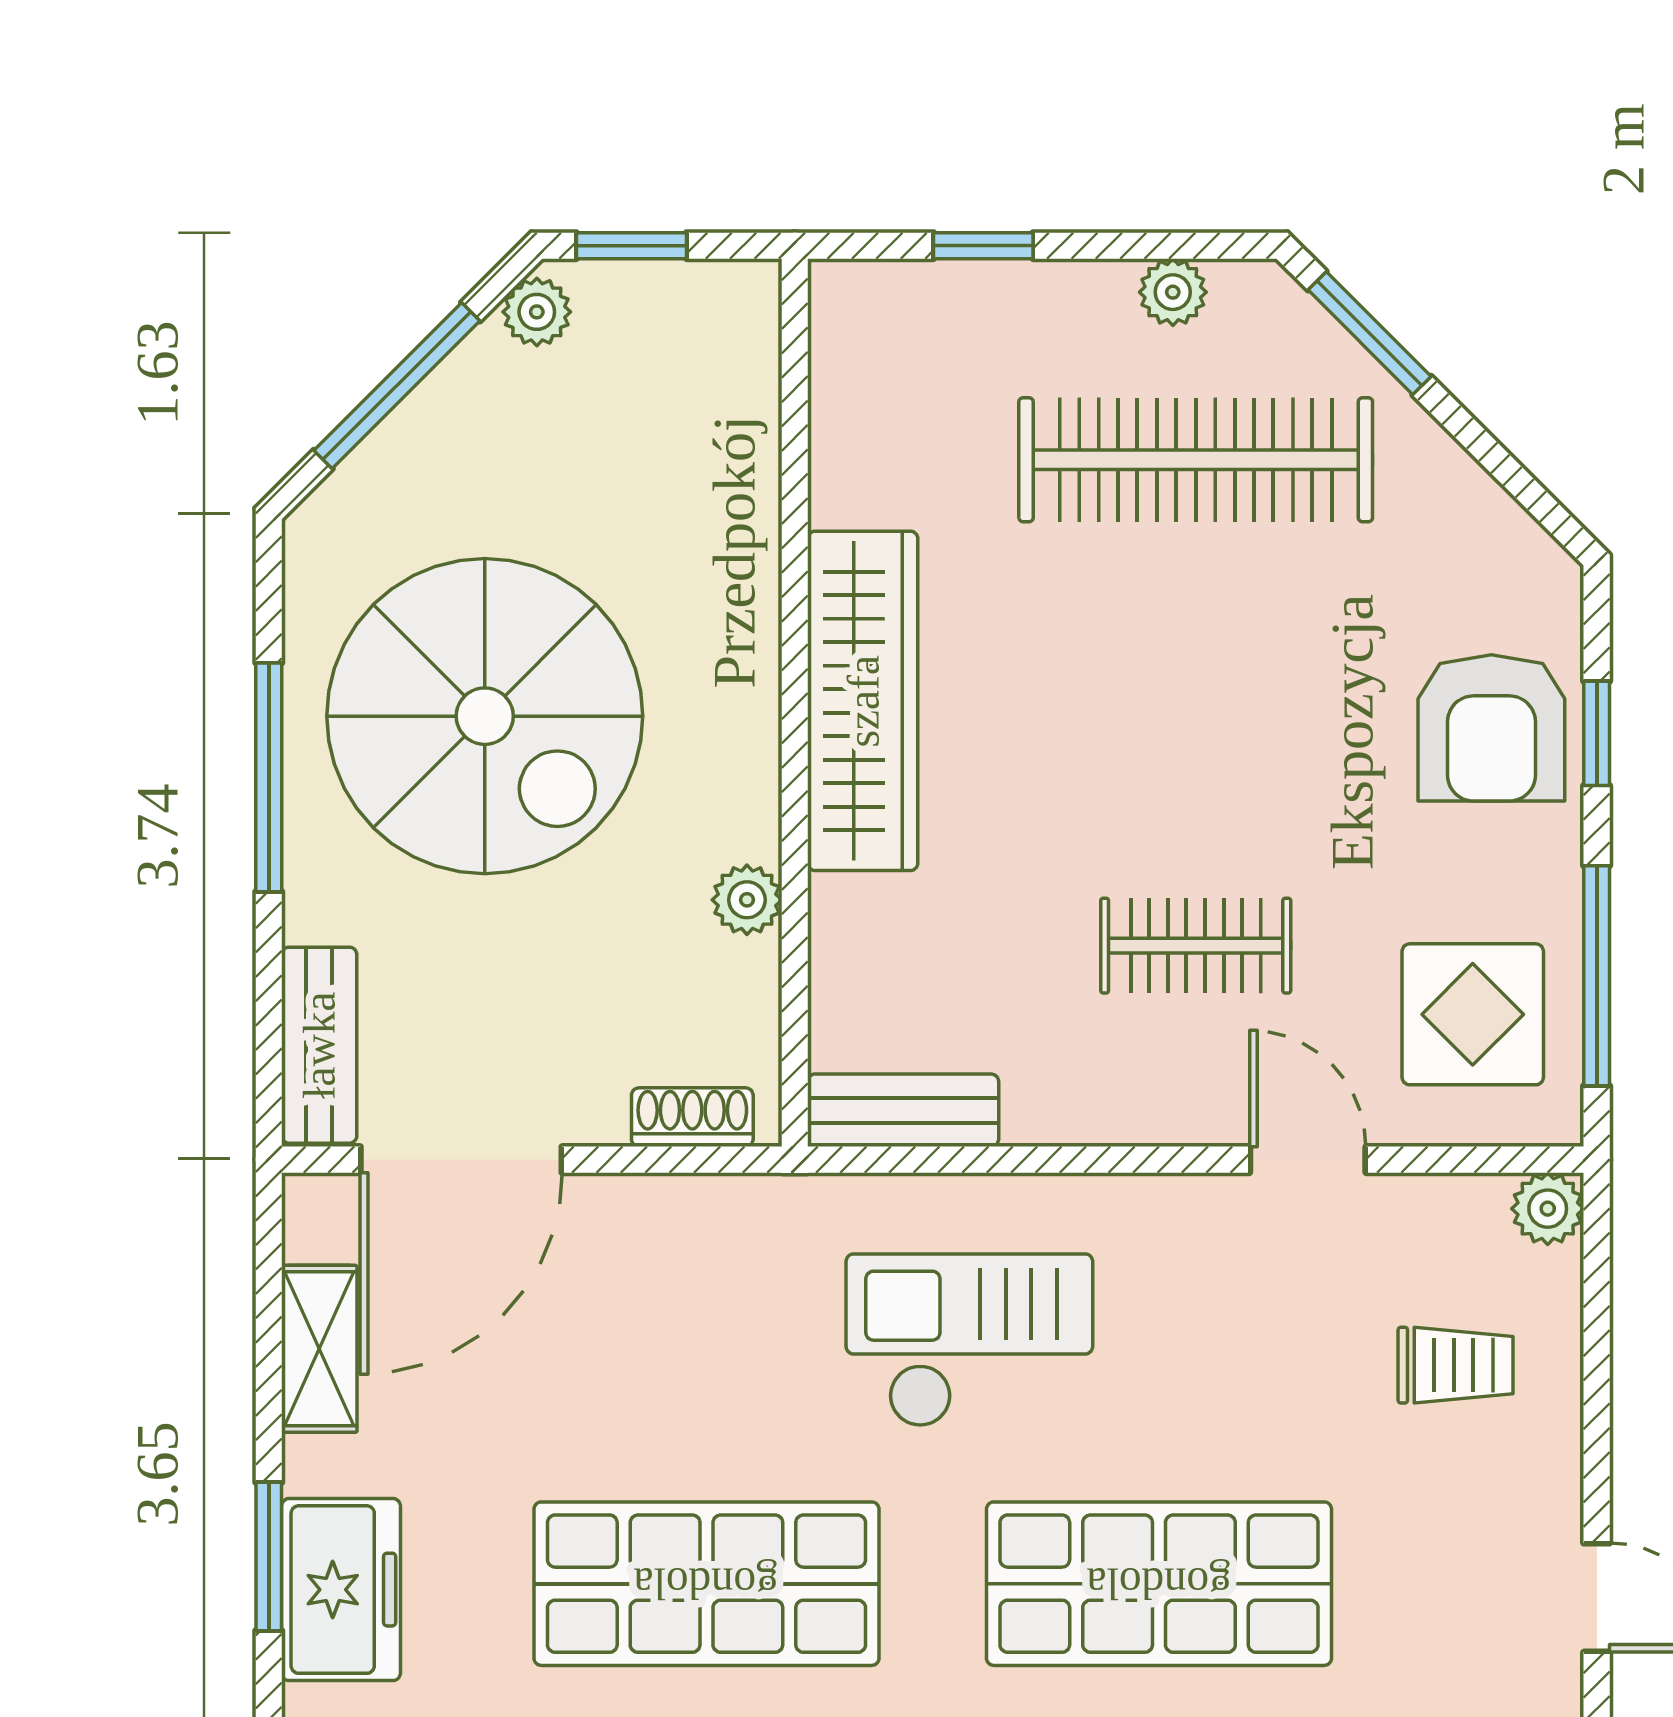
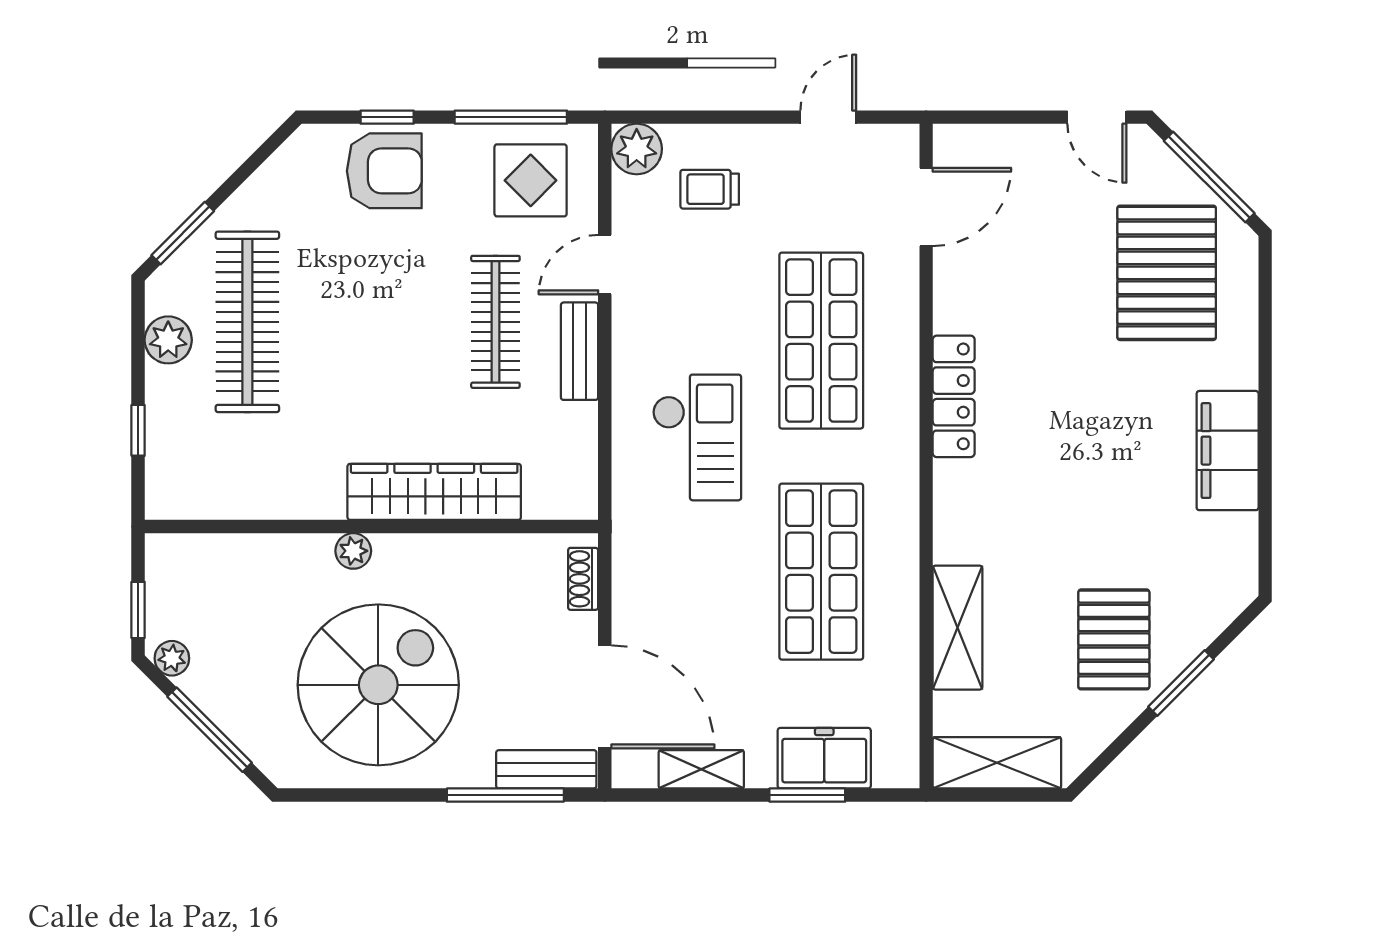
plant: (1173, 292) -> (168, 340), width x1.38, depth x1.38
wardrobe: (863, 701) -> (434, 492), moved
window: (269, 777) -> (505, 795), moved
plant: (747, 900) -> (353, 551), moved
clothes rail: (1196, 946) -> (495, 322), width x1.36
bench: (903, 1110) -> (580, 351), moved
plant: (1548, 1209) -> (637, 149), width x1.38, depth x1.38
checkout: (969, 1340) -> (697, 437), turned 180
trolley: (1456, 1365) -> (710, 189), turned -90

